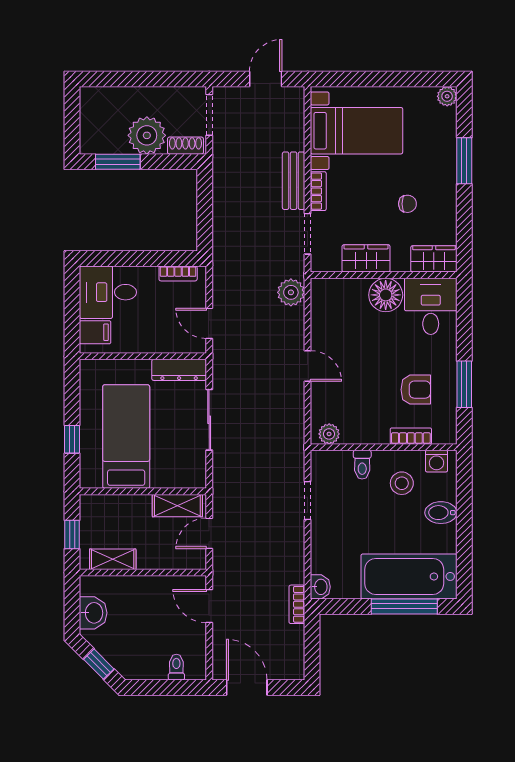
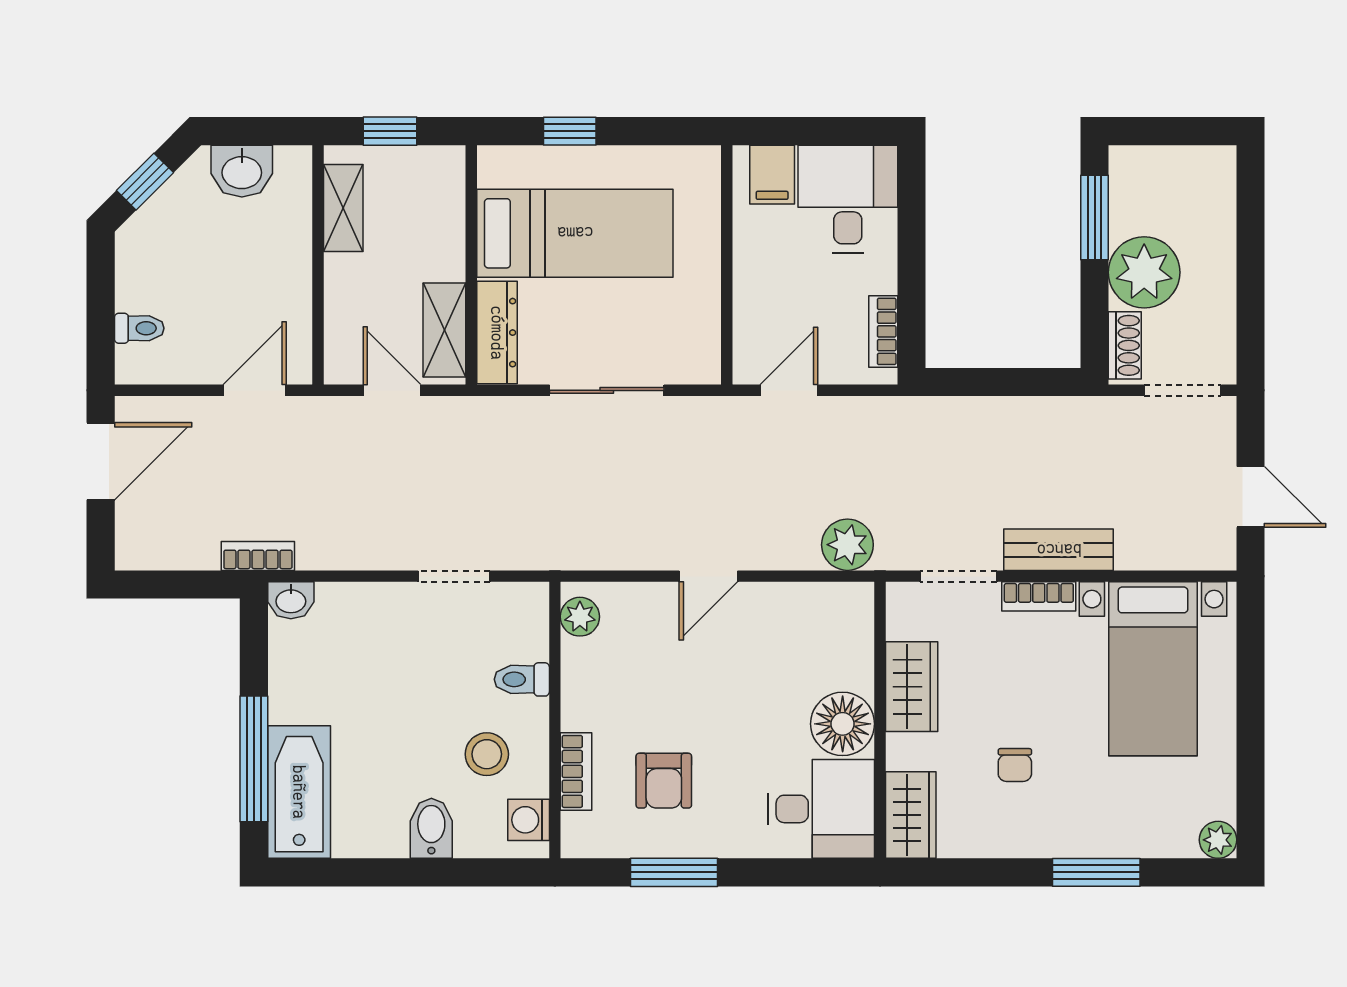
dresser: (179, 370) -> (497, 333), moved, turned 180
bathtub: (409, 576) -> (299, 792), width x0.73, depth x0.73

